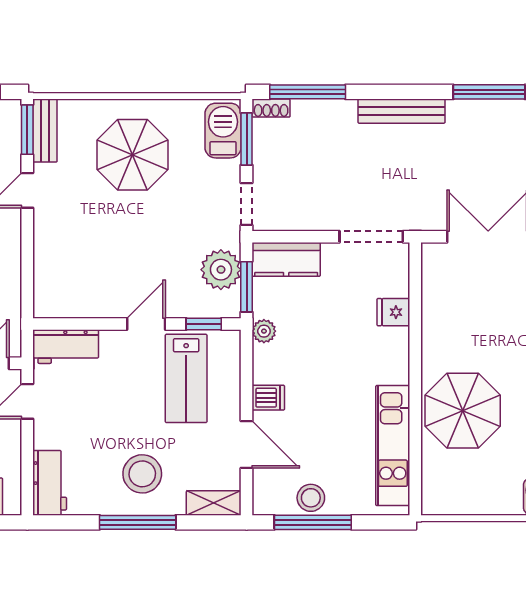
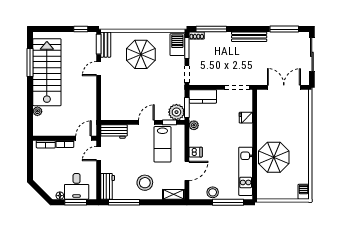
plant: (221, 270) -> (176, 112), moved
door: (247, 445) -> (187, 171), hinge flipped
window: (138, 522) -> (124, 202), moved
window: (313, 522) -> (228, 202), moved

